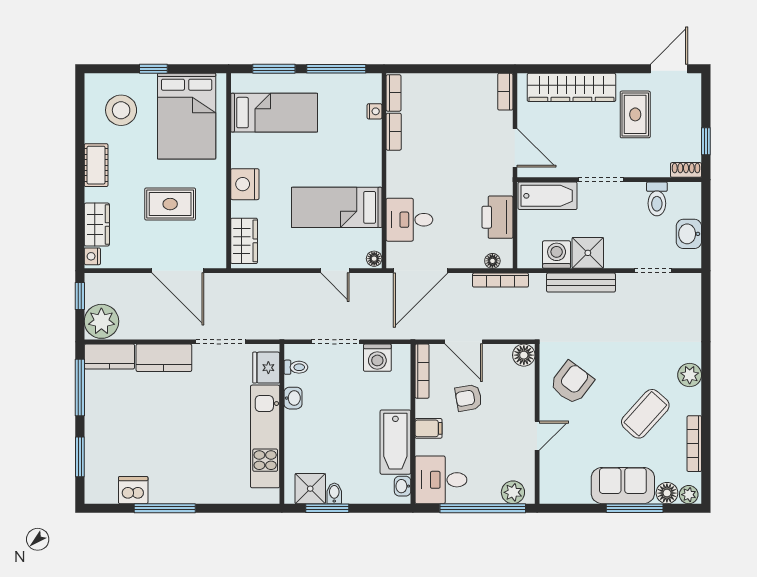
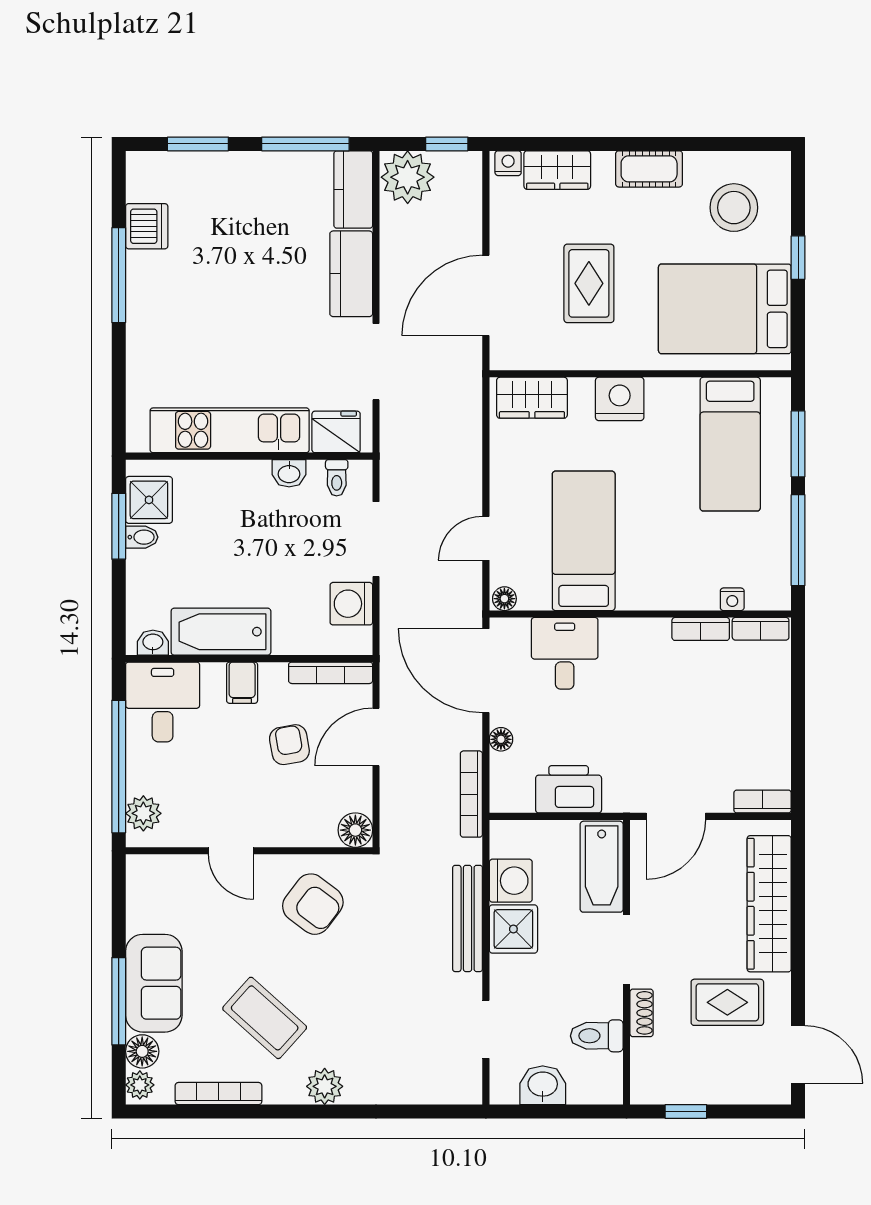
shoe rack: (686, 170) -> (642, 1013), moved
floor lamp: (492, 261) -> (501, 739), moved

